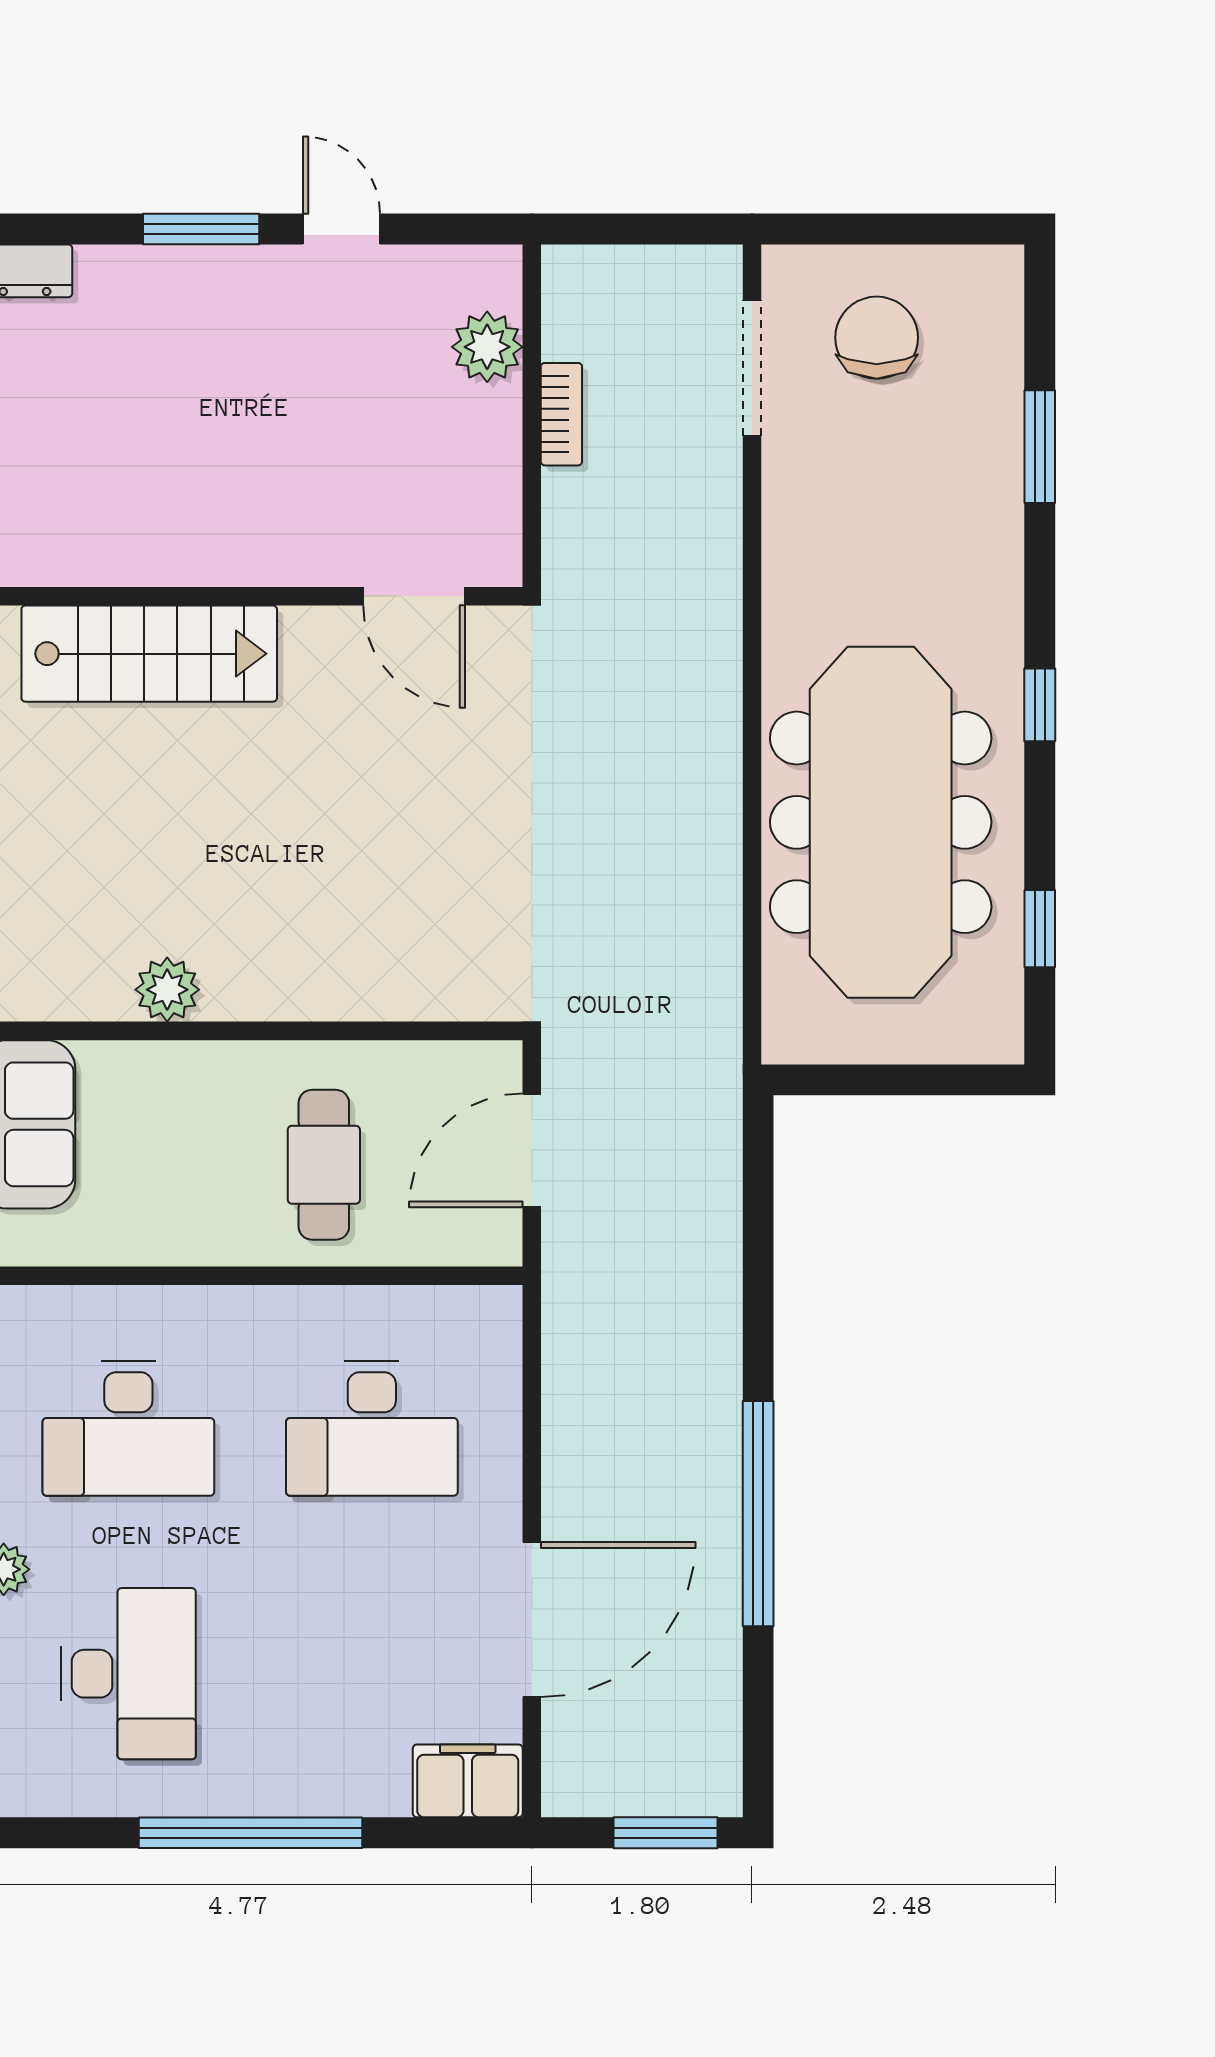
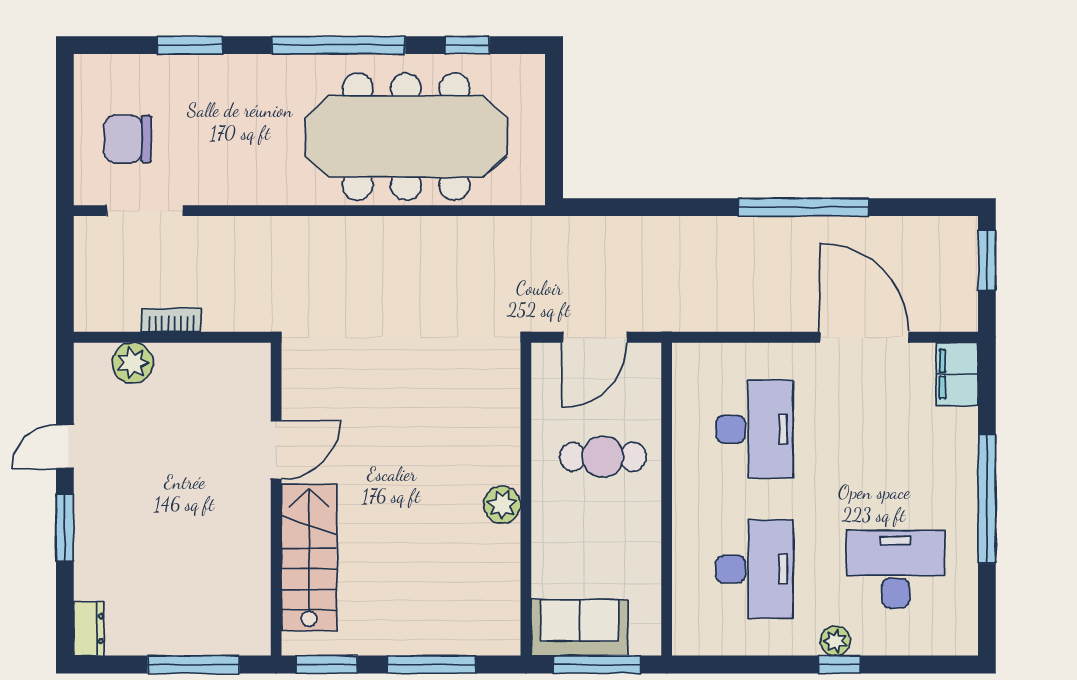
door: (414, 596) -> (276, 450), moved
window: (1040, 705) -> (338, 45), width x3.17
plant: (167, 990) -> (502, 505), moved
door: (532, 1150) -> (595, 337), hinge flipped

